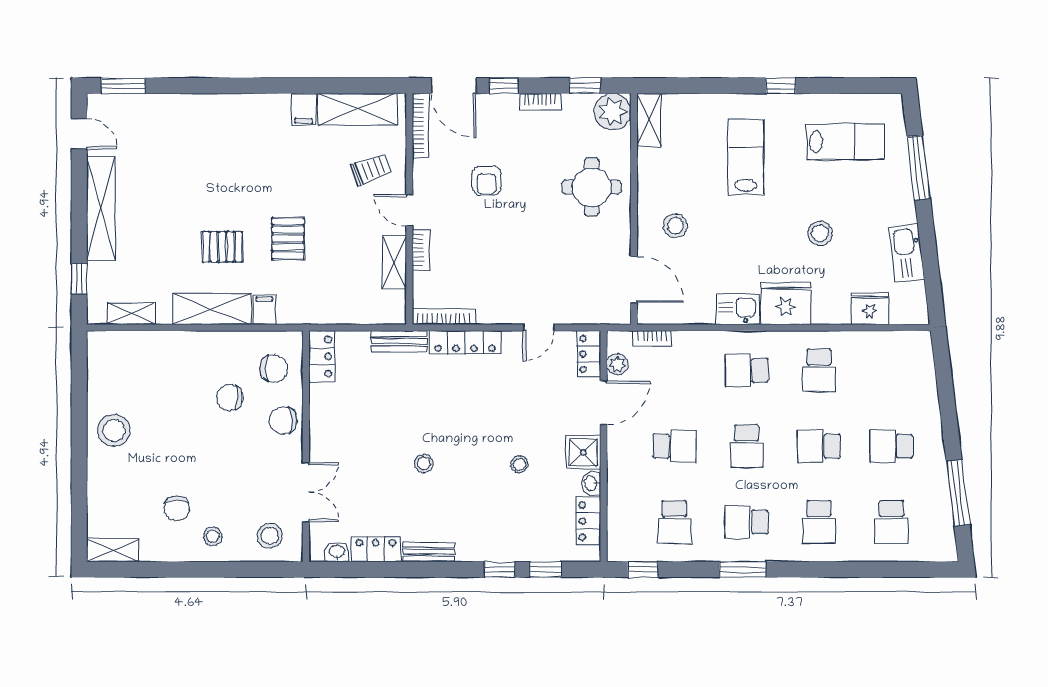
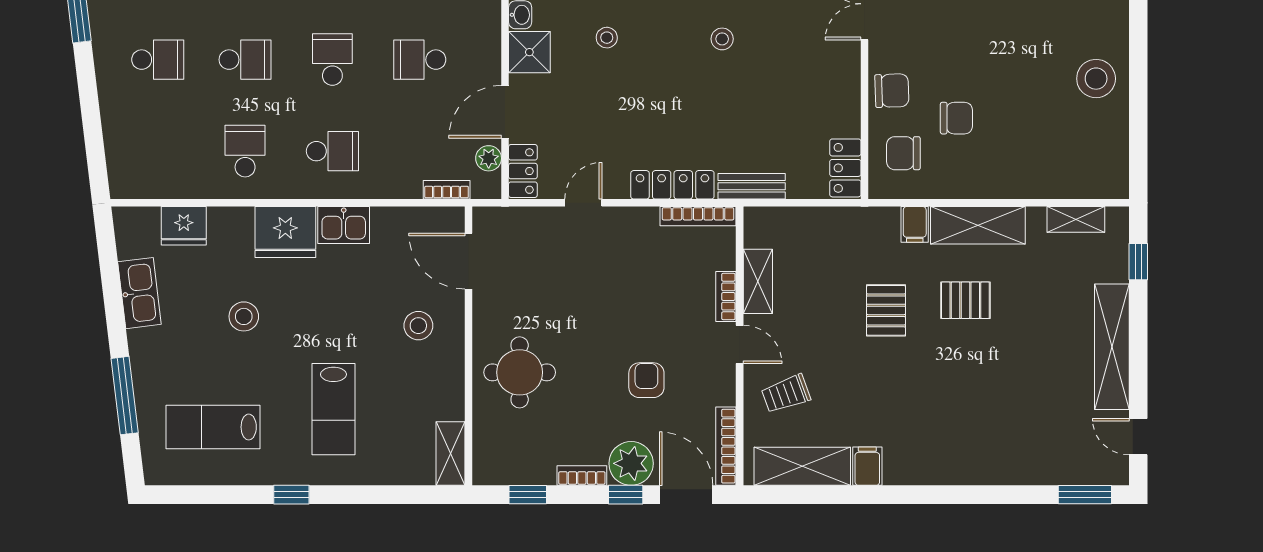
plant: (613, 112) -> (631, 463), moved

